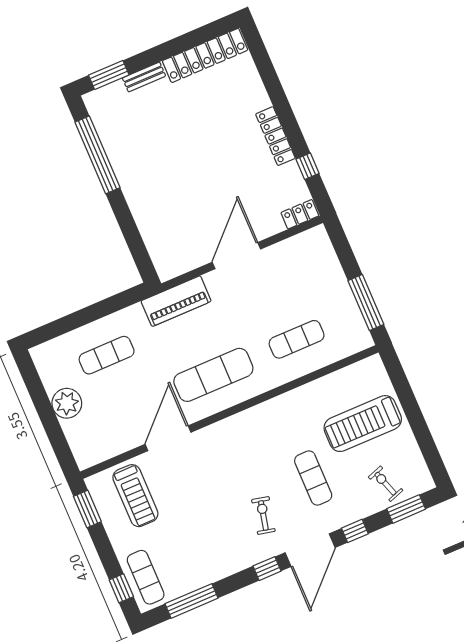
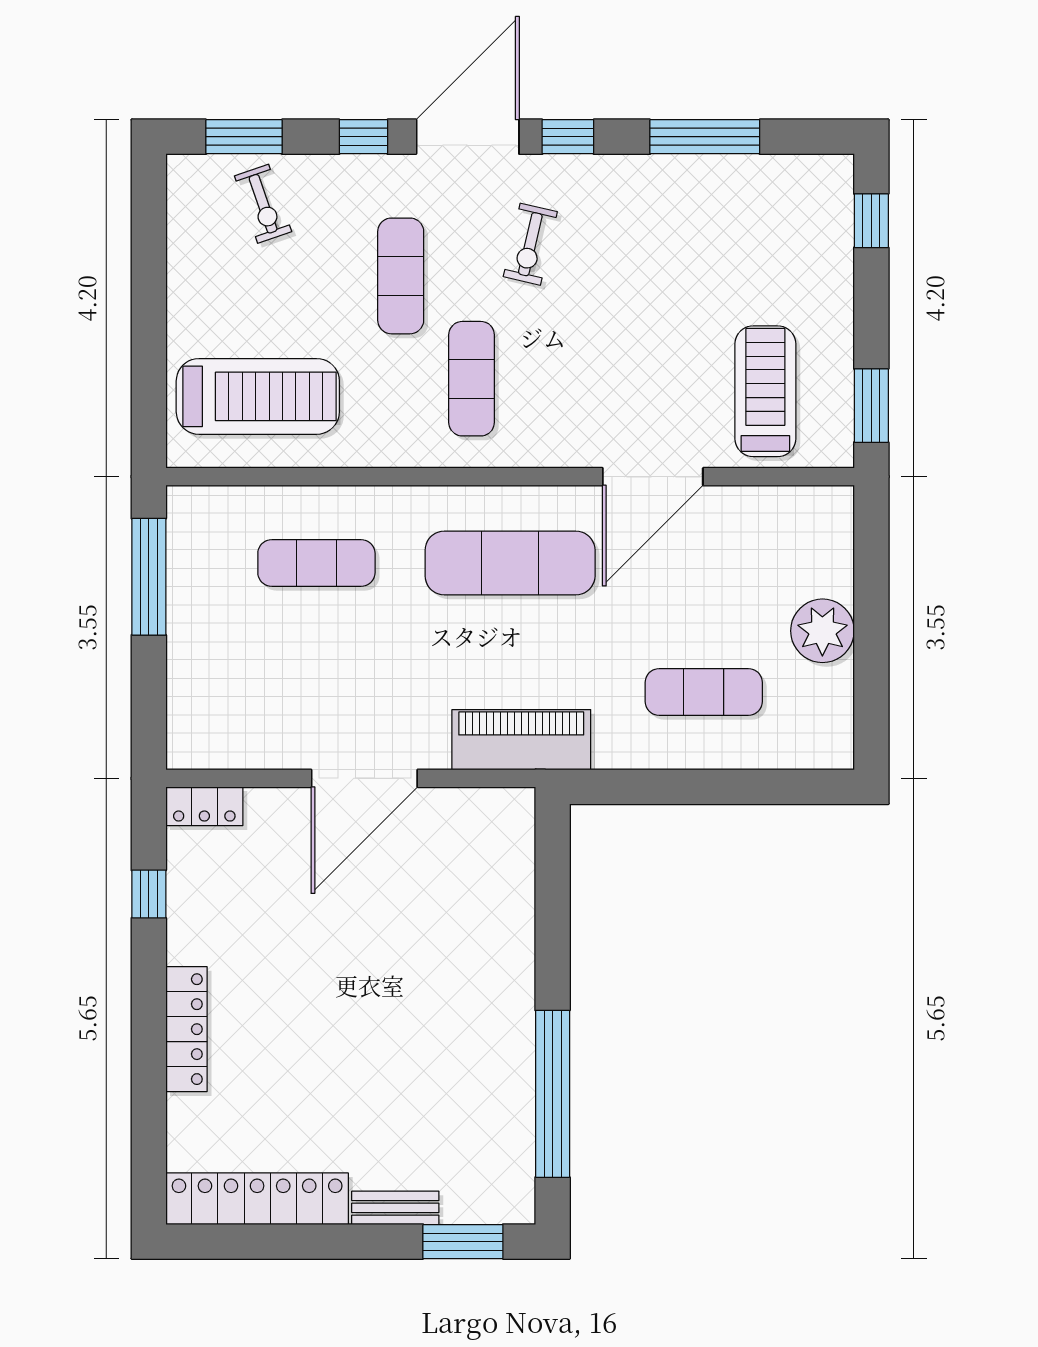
locker: (275, 136) -> (187, 1029), moved
treadmill: (363, 424) -> (258, 396), moved
exercise mat: (146, 577) -> (472, 379), moved
window: (191, 601) -> (705, 137), moved

